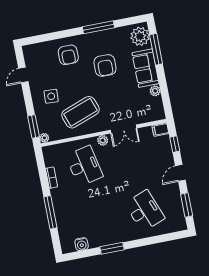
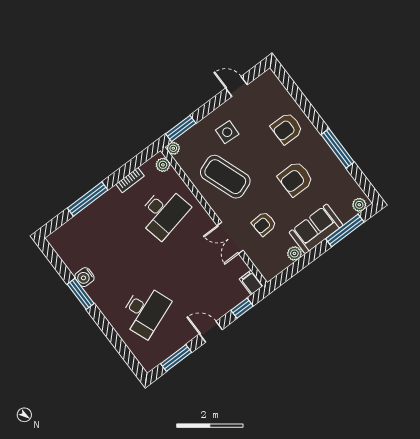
plant: (140, 36) -> (359, 205), width x0.53, depth x0.53
armchair: (125, 102) -> (264, 224), added
plant: (103, 140) -> (163, 165), moved
water cooler: (82, 244) -> (84, 277), moved

